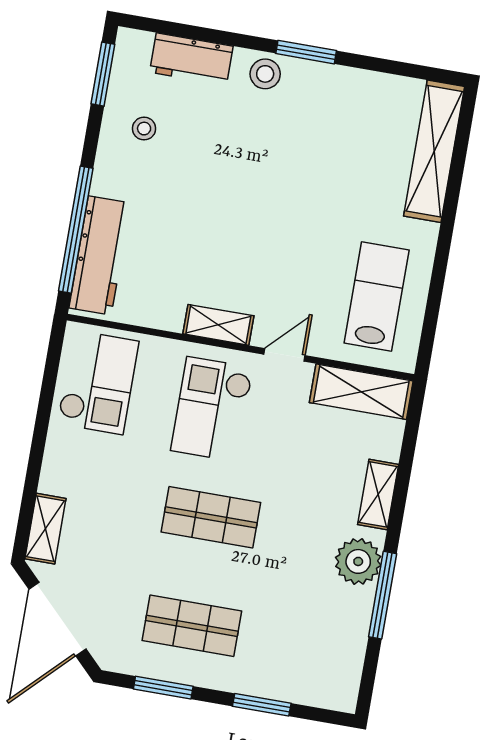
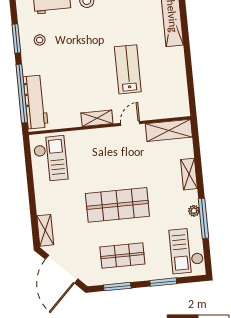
window: (103, 74) -> (16, 39), moved
lab bench: (377, 296) -> (128, 69), moved
checkout: (212, 409) -> (186, 251), moved
shop shelf: (211, 517) -> (117, 205), width x1.43, depth x1.36
plant: (358, 561) -> (194, 211), width x0.53, depth x0.53

